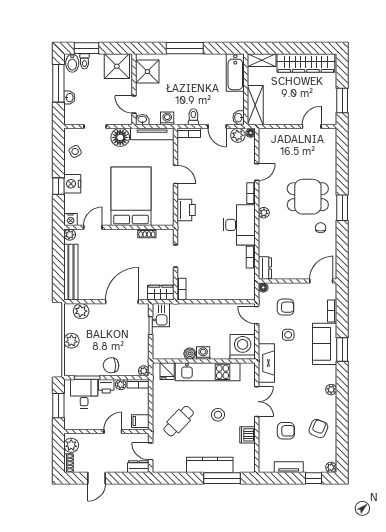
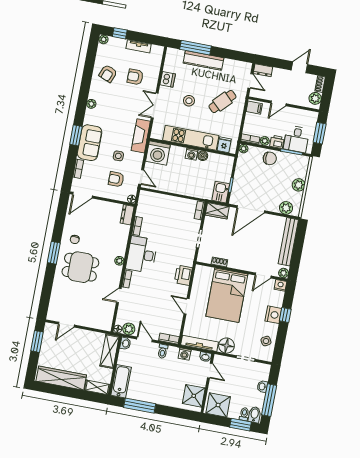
window: (185, 48) -> (140, 406), moved

